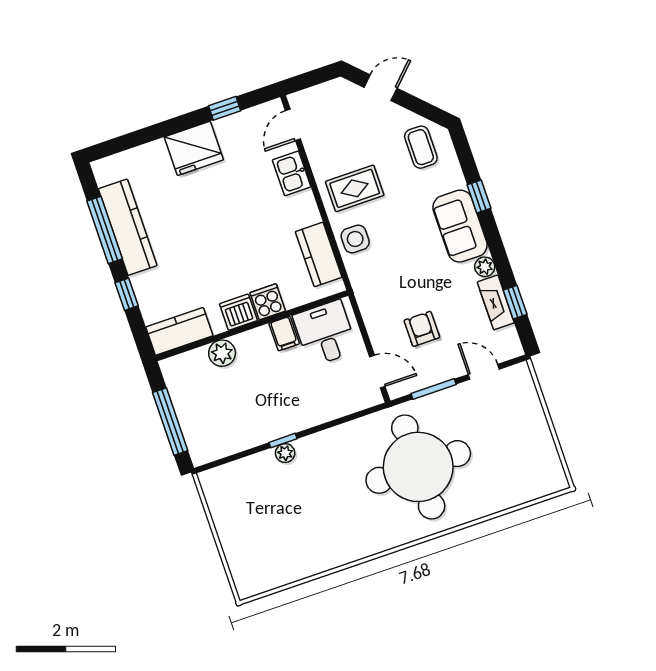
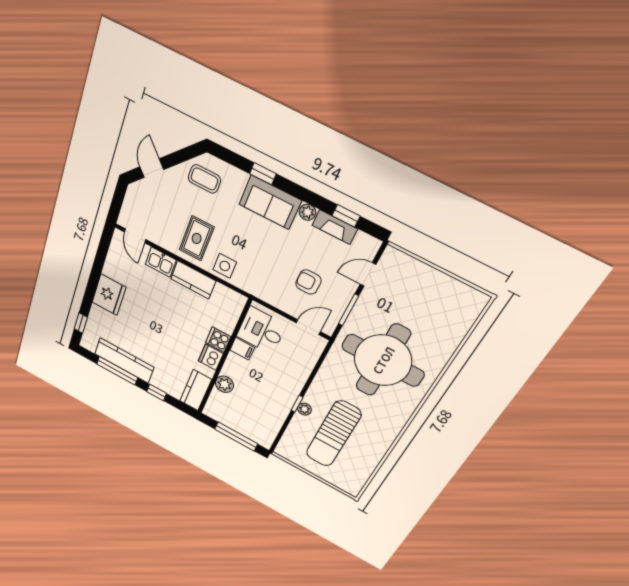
window: (225, 108) -> (81, 323), moved
kitchen counter: (319, 254) -> (193, 280), moved
sun lounger: (289, 506) -> (333, 434), added

